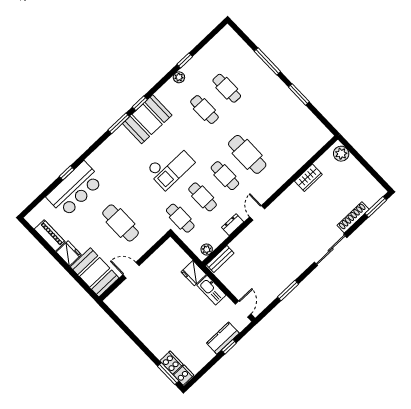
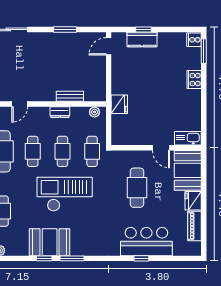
checkout: (170, 166) -> (65, 194), width x1.36, depth x1.21
door: (257, 213) -> (20, 104), moved
bench: (220, 259) -> (70, 96), moved
kitchen sink: (211, 290) -> (188, 138), moved, turned -90
cooker: (171, 363) -> (194, 80), moved

